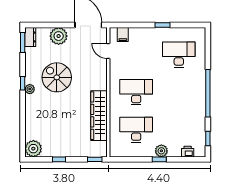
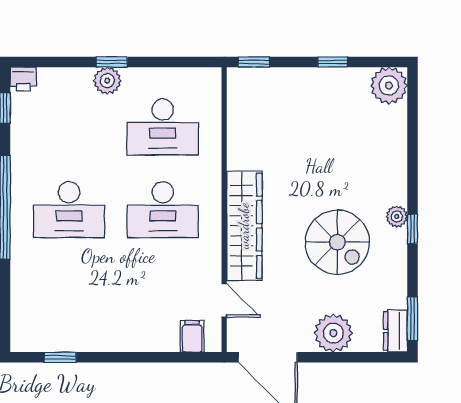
window: (162, 25) -> (60, 357), moved
desk: (179, 55) -> (69, 210), moved
wardrobe: (99, 116) -> (244, 226), moved
printer: (188, 152) -> (23, 79), moved

